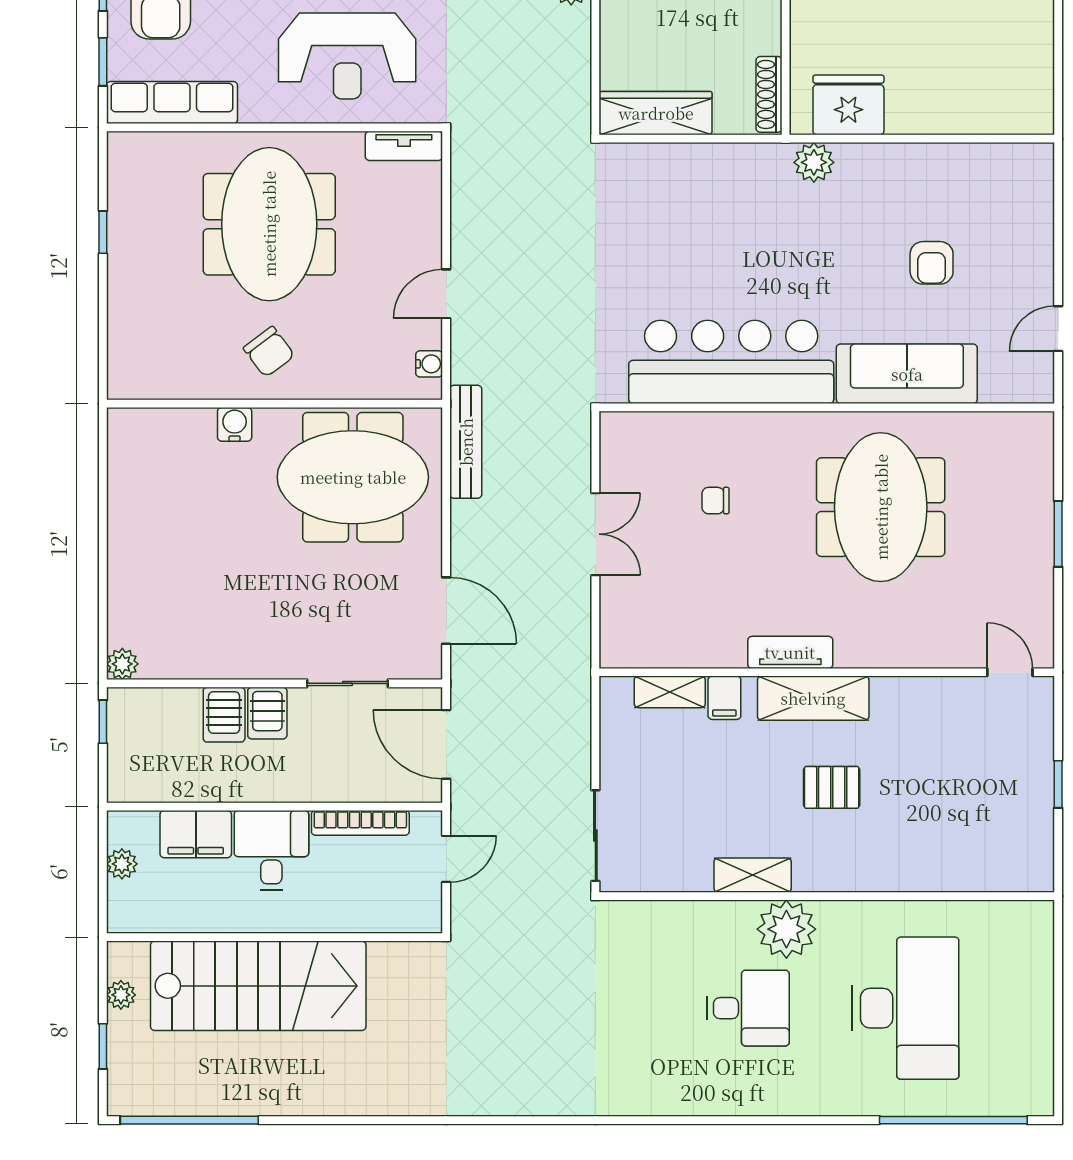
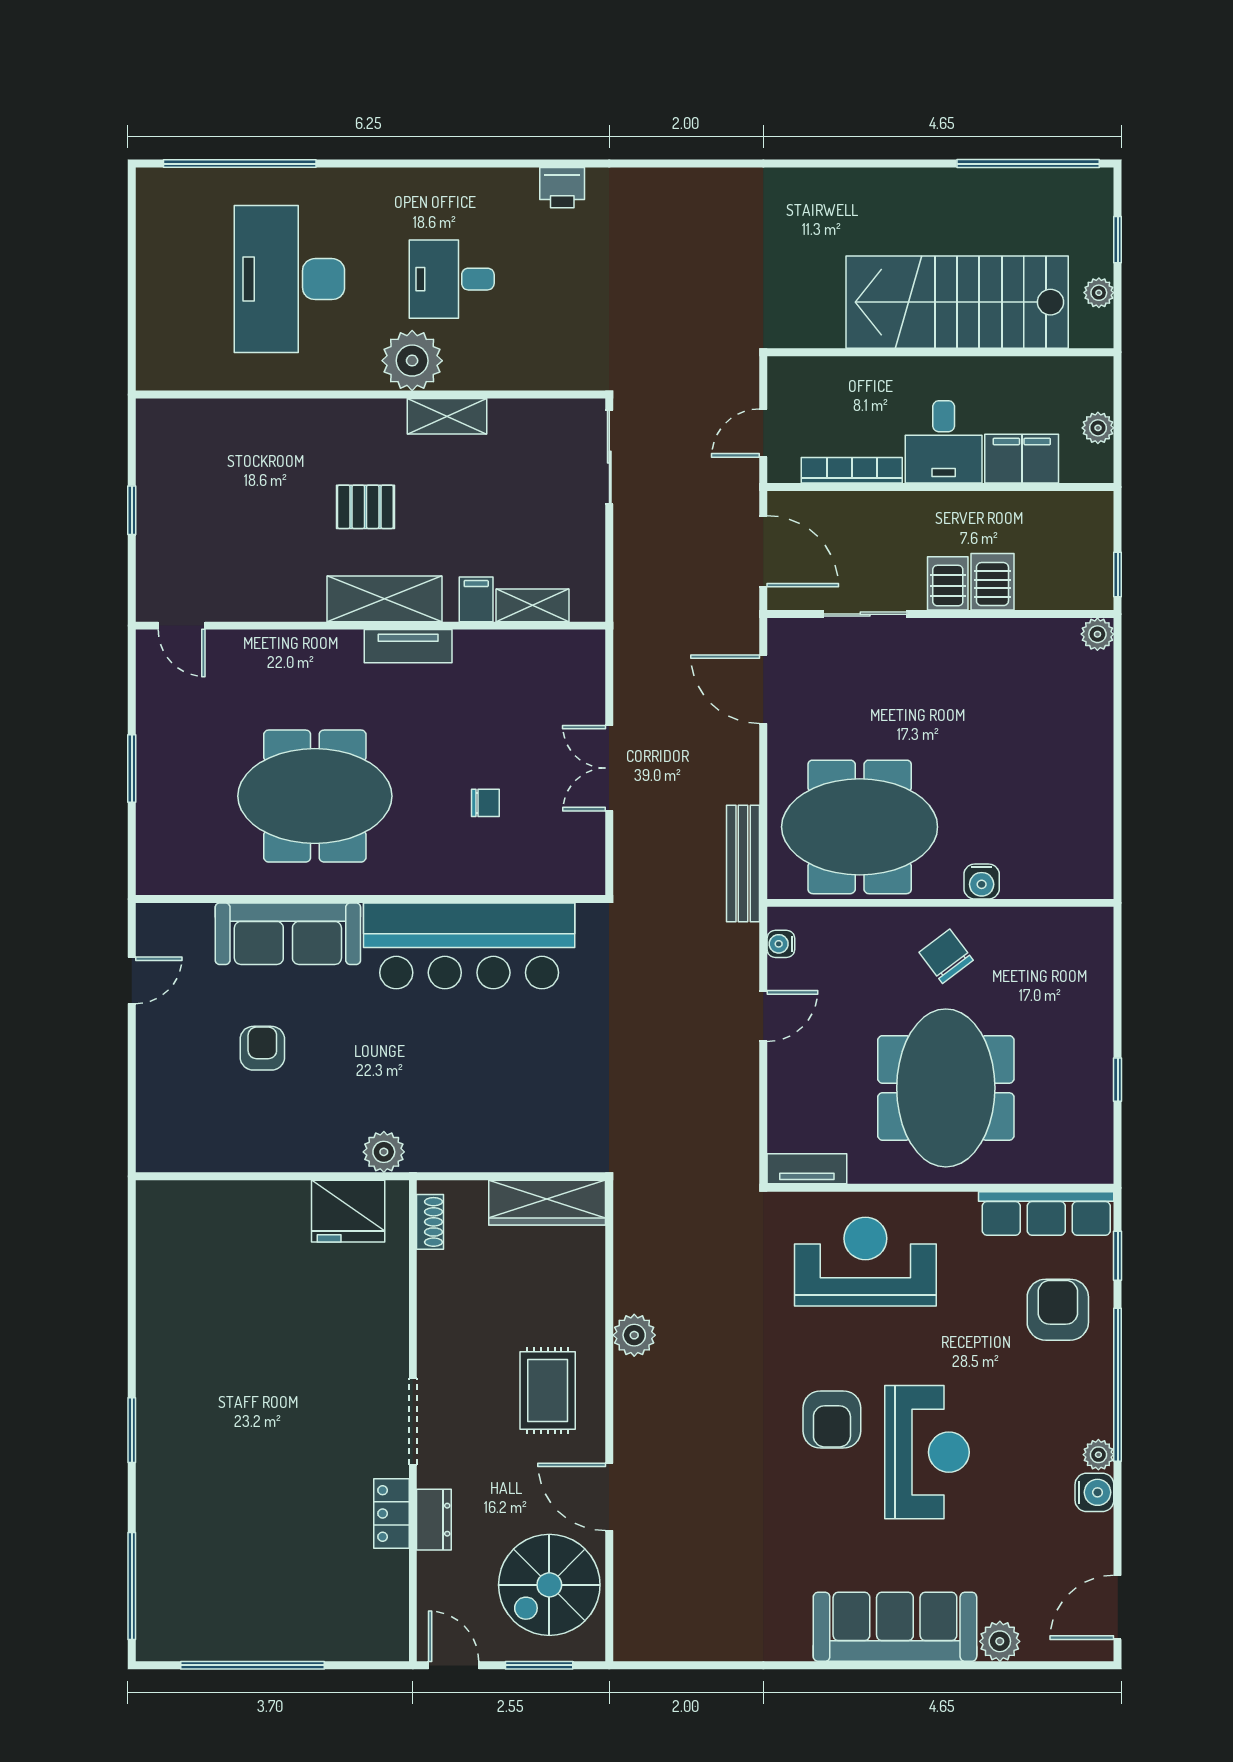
shoe rack: (769, 94) -> (430, 1222), width x0.70
meeting table: (881, 507) -> (315, 796), turned 90
printer: (641, 1097) -> (562, 188), added

